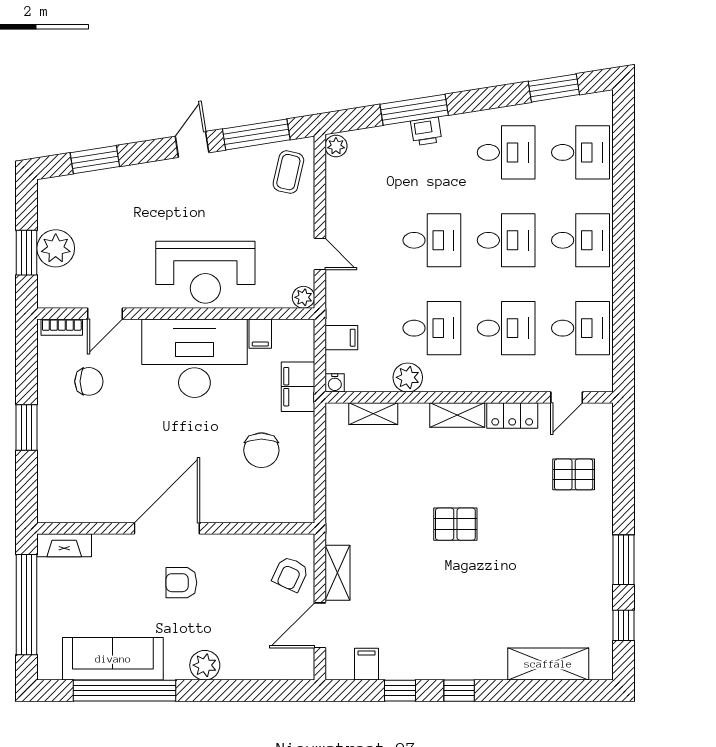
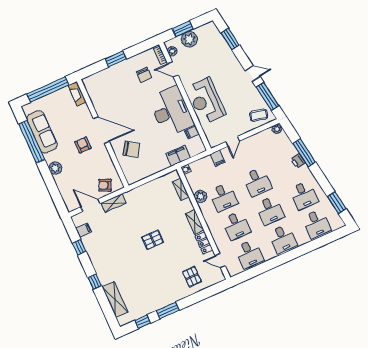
plant: (303, 297) -> (172, 51), moved
filing cabinet: (341, 338) -> (218, 158), moved
chair: (261, 450) -> (131, 149), moved, turned -146
pallet: (455, 524) -> (153, 240), turned 90
window: (459, 691) -> (95, 282), moved

